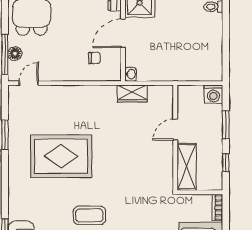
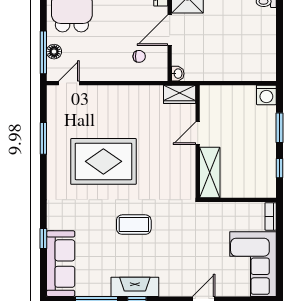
door: (175, 130) -> (198, 133), moved
wall: (175, 138) -> (198, 142), moved
shelving: (187, 167) -> (210, 173), moved

